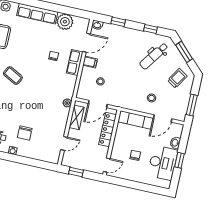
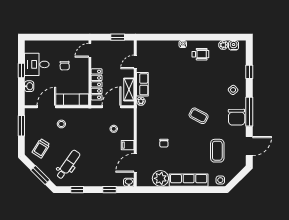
row of seats: (75, 62) -> (142, 84), moved
chair: (25, 133) -> (175, 63), removed
desk: (163, 163) -> (37, 64), width x0.73

